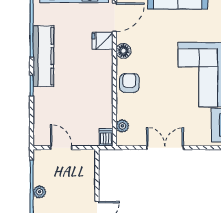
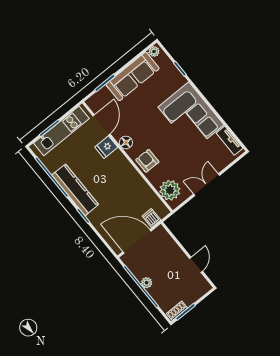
plant: (122, 126) -> (170, 190), width x1.88, depth x1.88
dishwasher: (106, 137) -> (151, 218), moved
door: (61, 148) -> (137, 241), width x1.88

